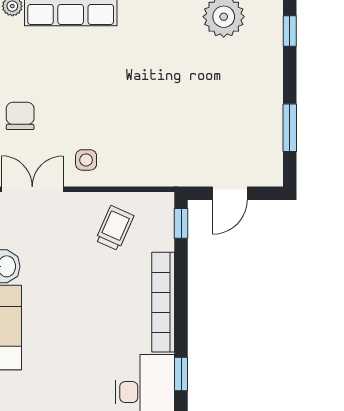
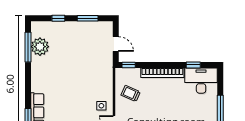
window: (290, 31) -> (58, 18), moved

